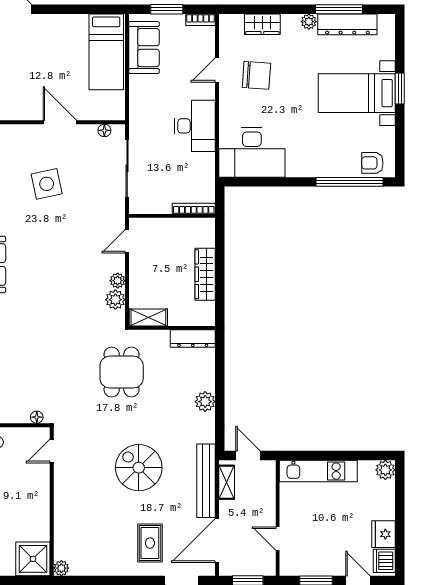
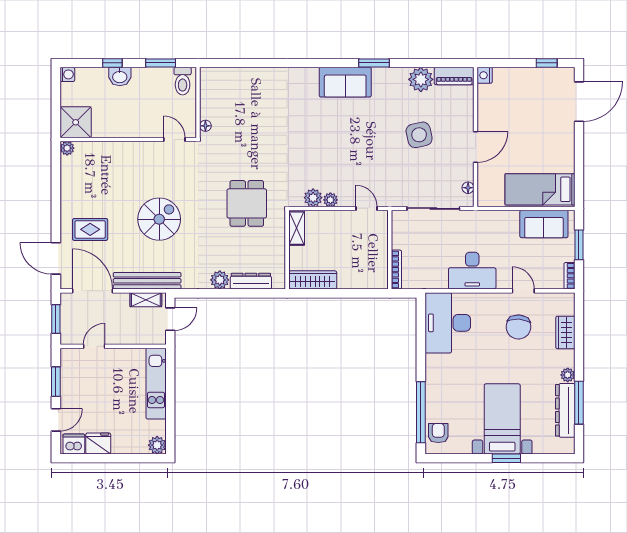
wardrobe: (205, 274) -> (313, 280), moved
dresser: (193, 339) -> (251, 281), moved, turned 90
dining table: (122, 372) -> (247, 203), turned 90

